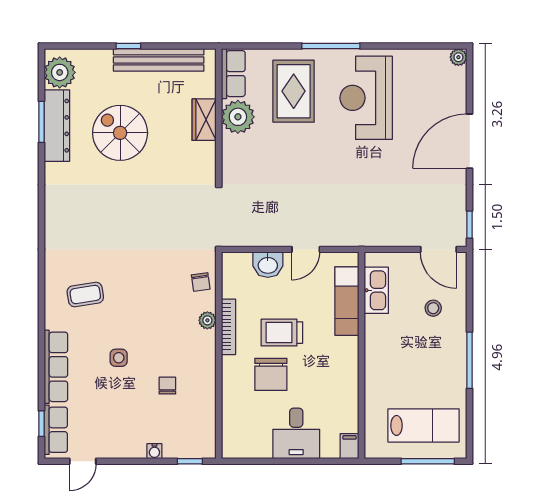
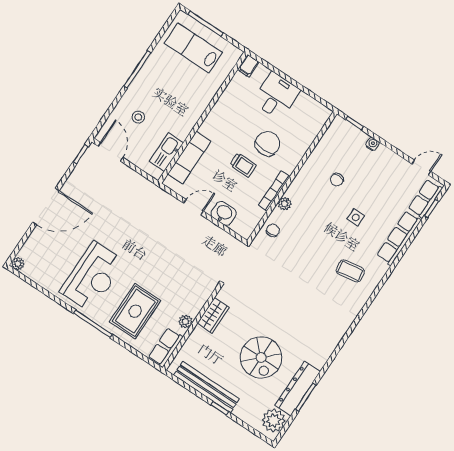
plant: (238, 117) -> (185, 322), width x0.53, depth x0.53
wardrobe: (204, 120) -> (213, 315), moved
trolley: (282, 333) -> (243, 165), width x0.73, depth x0.72

